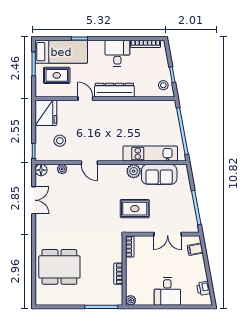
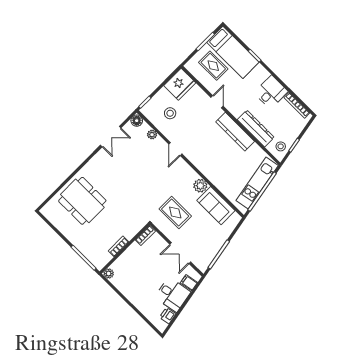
dresser: (114, 90) -> (256, 129), moved
kitchen counter: (120, 107) -> (235, 132), added
kitchen unit: (150, 154) -> (257, 183), moved, turned -100
desk: (167, 291) -> (173, 294), moved, turned -100

